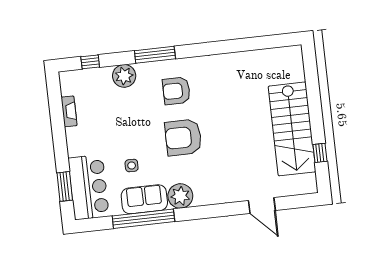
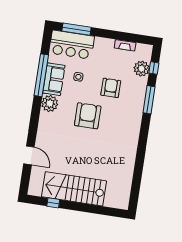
window: (155, 55) -> (149, 100), moved
plant: (124, 76) -> (142, 69), moved
armchair: (176, 91) -> (111, 88), moved
window: (65, 186) -> (76, 29), width x1.44
door: (262, 205) -> (29, 155), swing flipped

